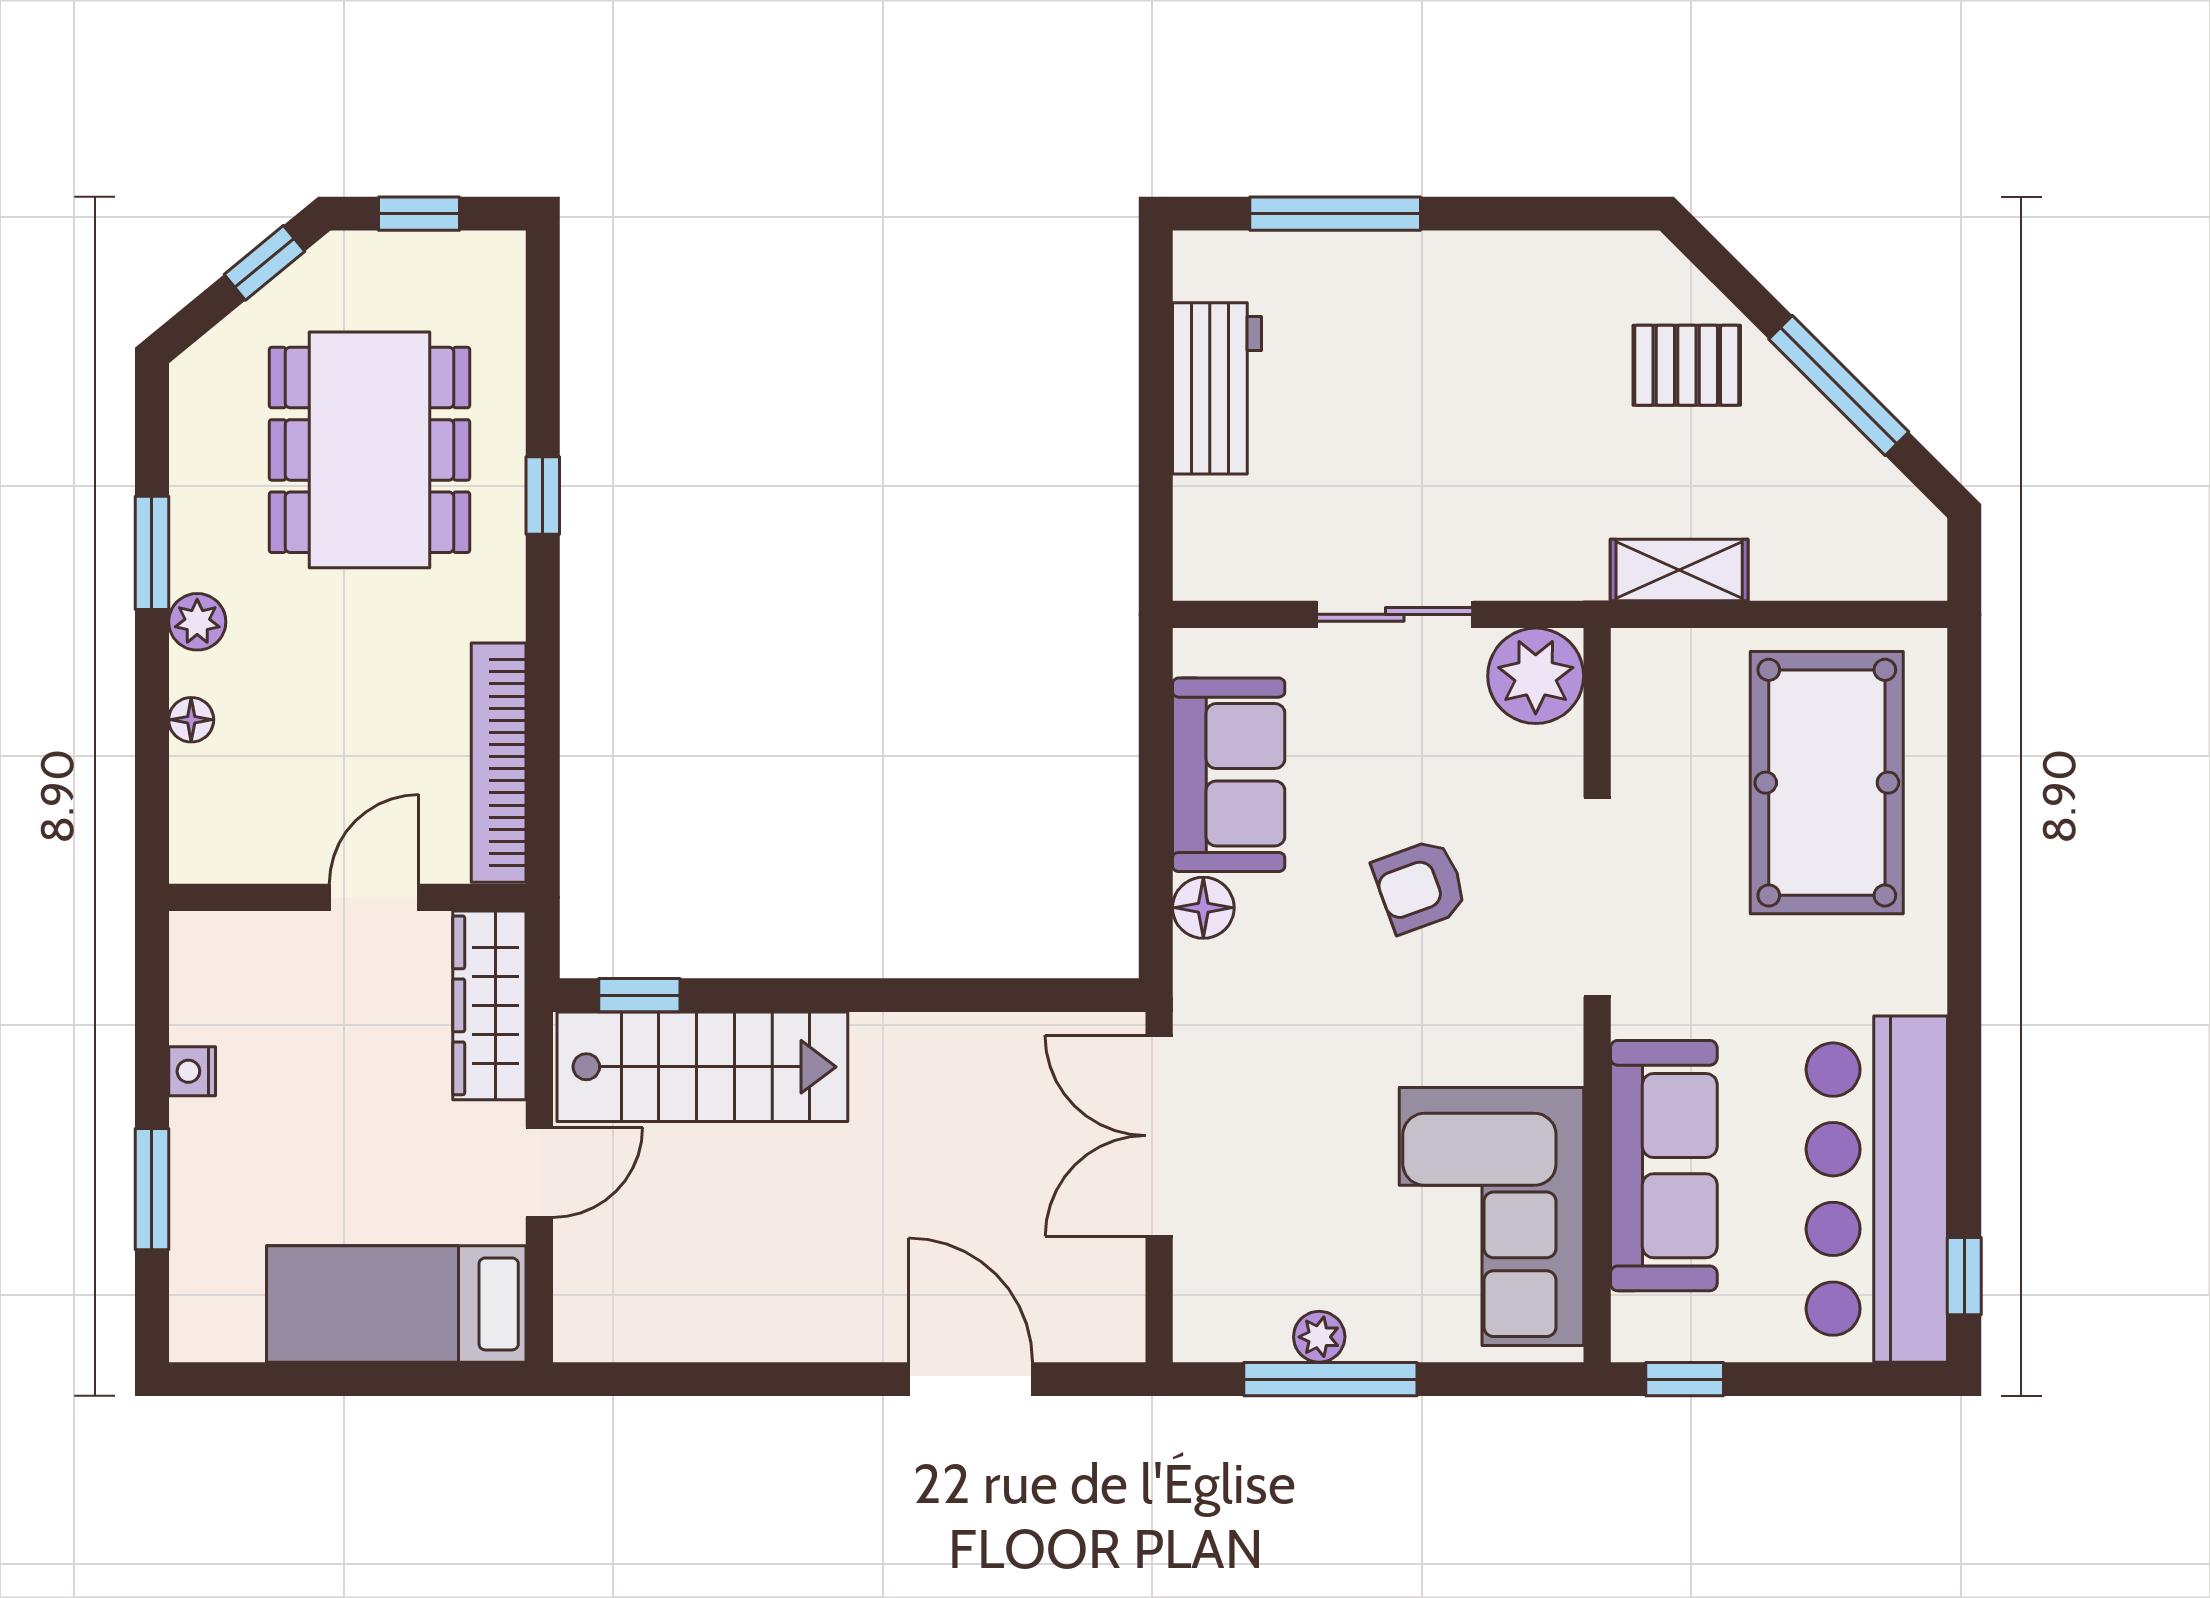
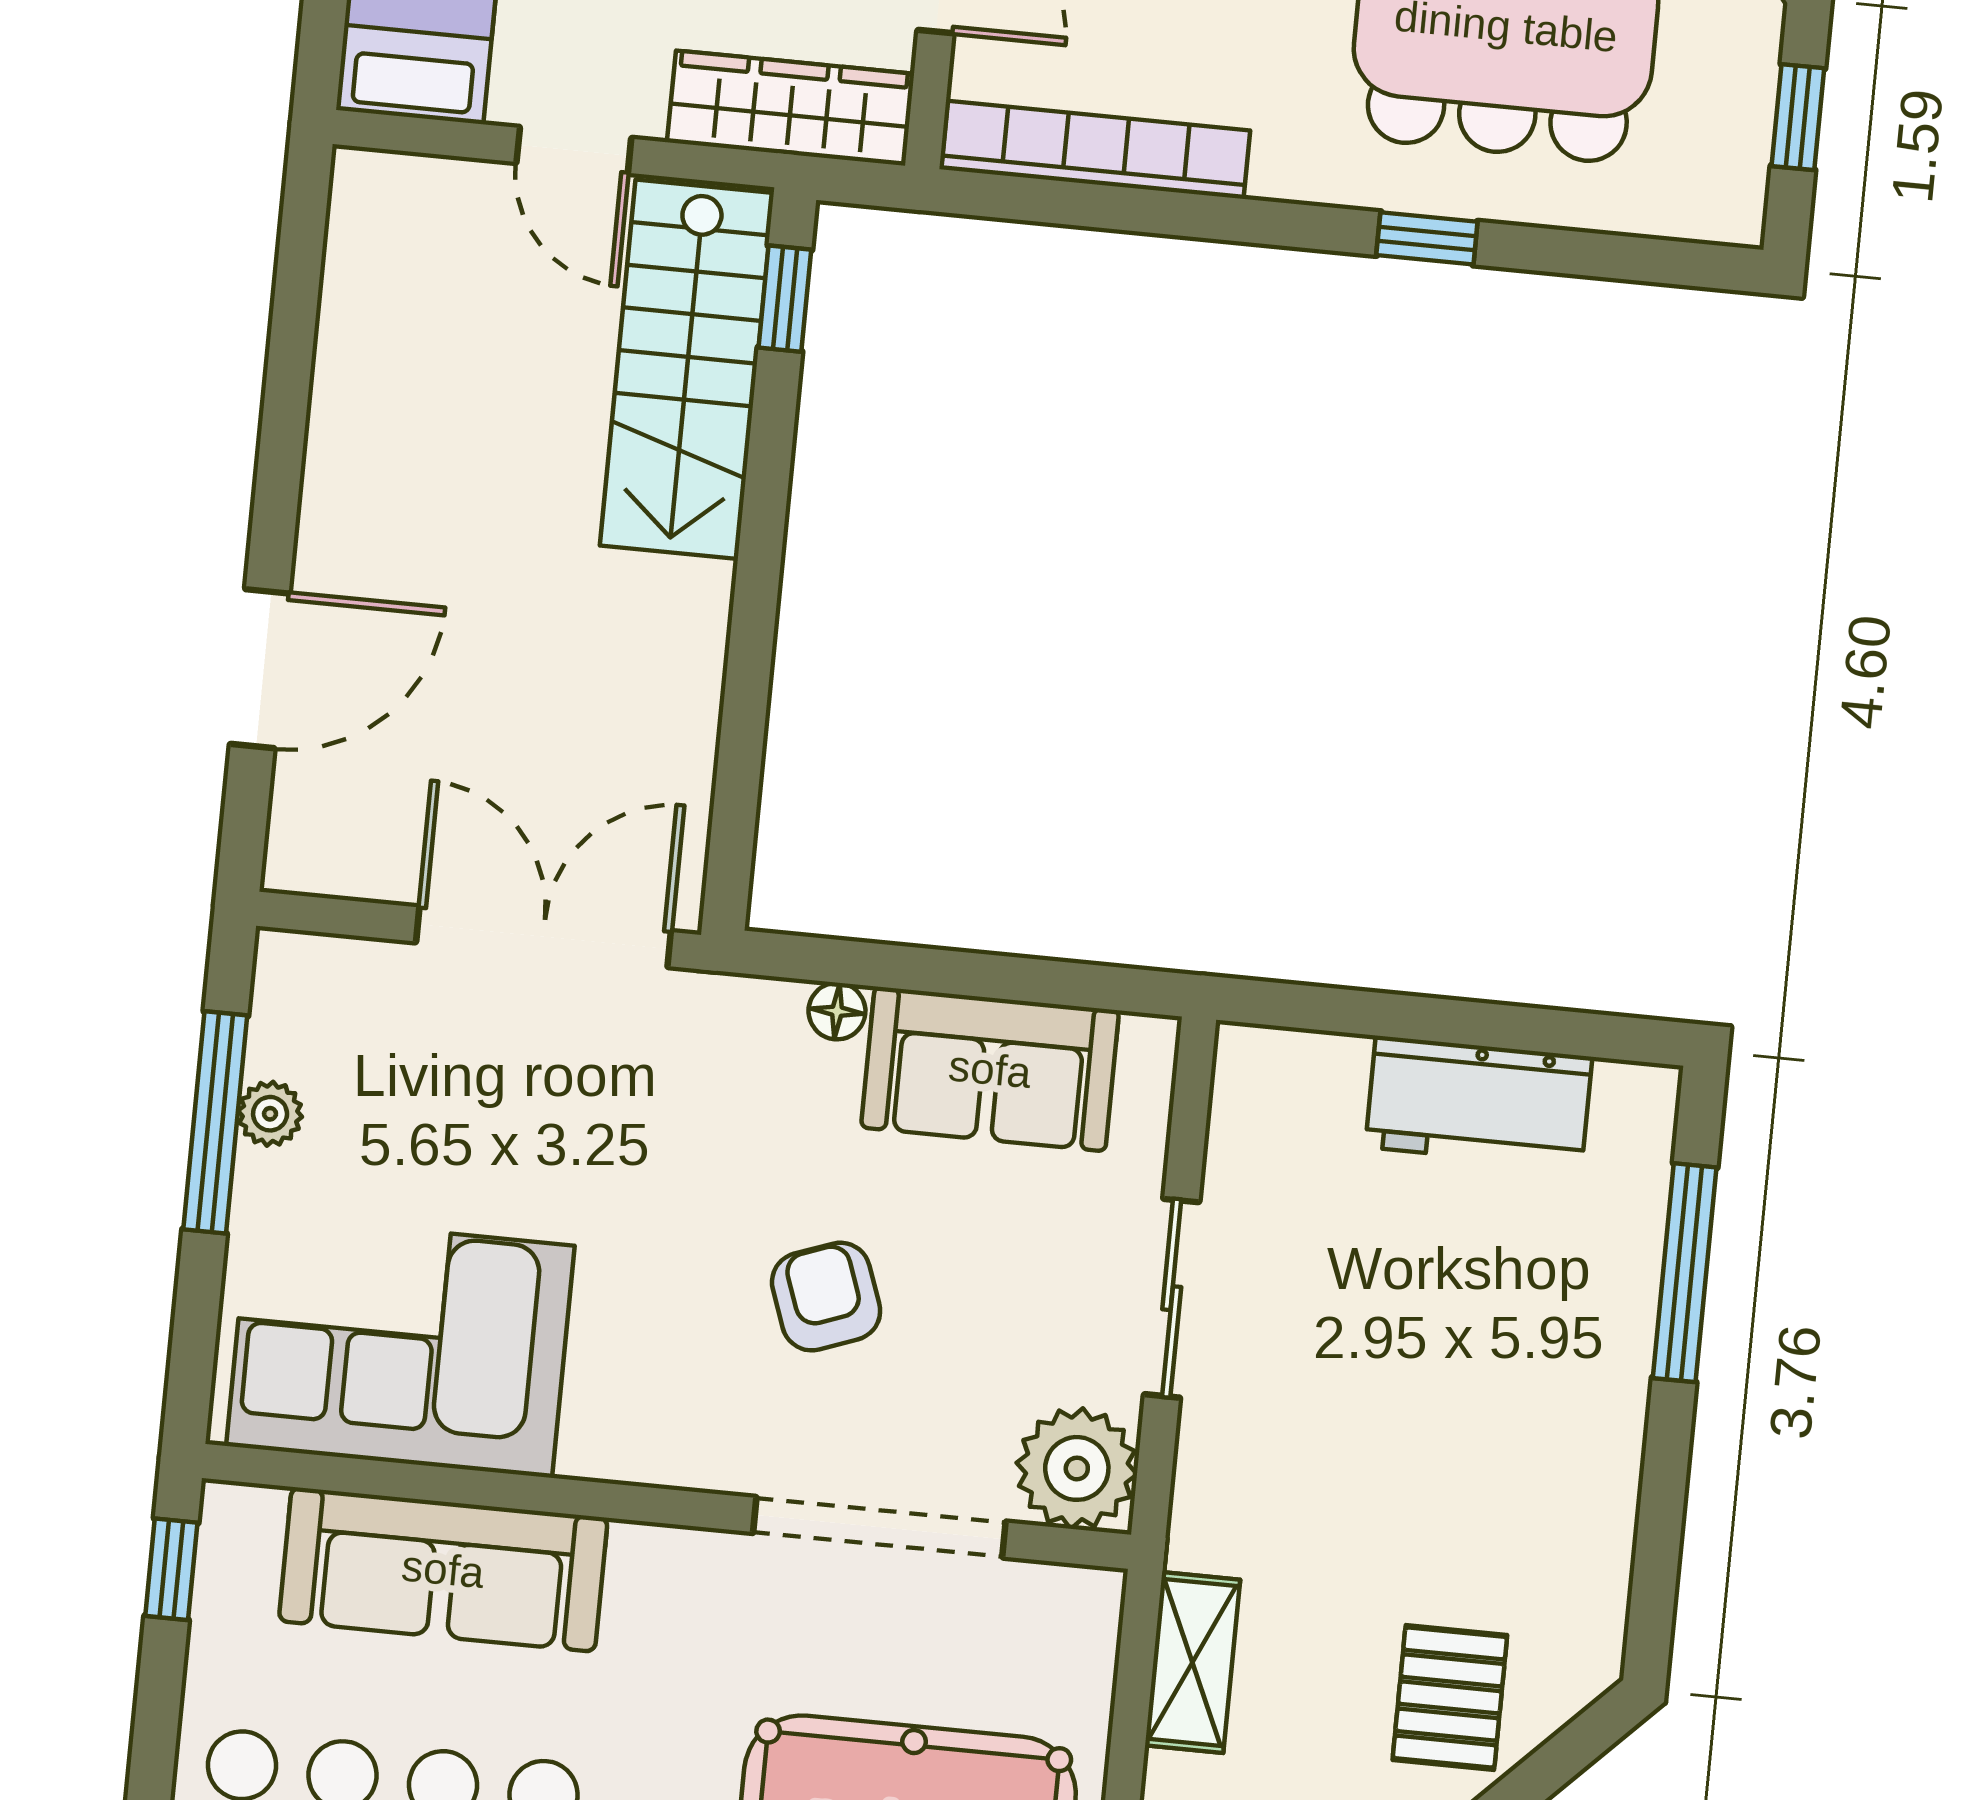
doorway: (1597, 897) -> (879, 1527), moved
floor lamp: (1203, 908) -> (837, 1011), width x0.73, depth x0.73

